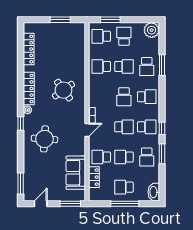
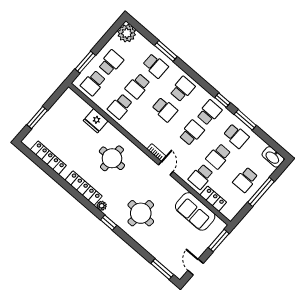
window: (60, 20) -> (37, 118), moved
school desk: (124, 36) -> (111, 63), turned 90
fridge: (78, 59) -> (96, 121), added
school desk: (124, 67) -> (138, 86), turned 180
round table: (64, 90) -> (112, 158), turned 36

